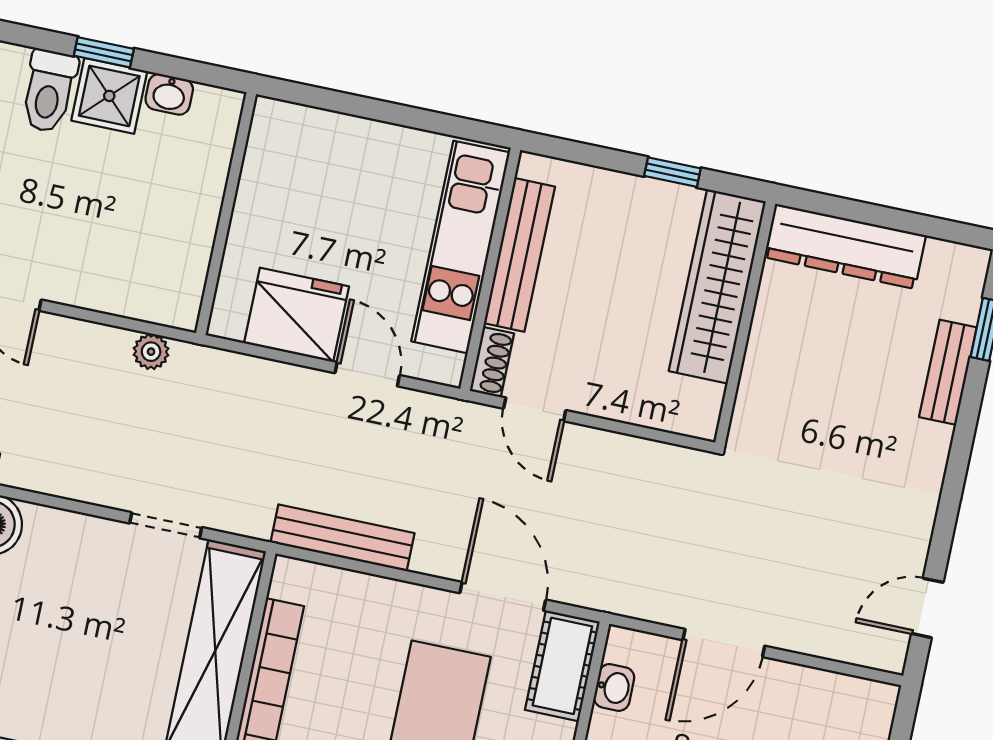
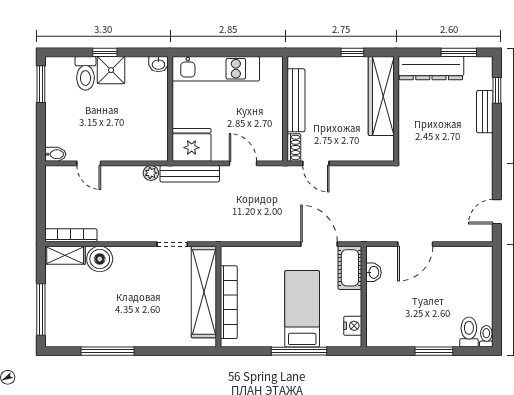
washbasin: (169, 94) -> (158, 64), moved
window: (917, 224) -> (459, 52), added
kitchen unit: (461, 247) -> (216, 69), moved, turned -90
fridge: (297, 315) -> (192, 145), moved
bench: (342, 538) -> (190, 174), moved

